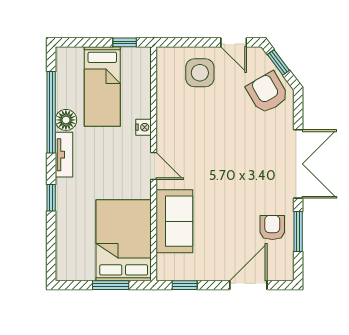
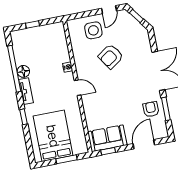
window: (125, 42) -> (32, 24), moved
door: (234, 42) -> (109, 10), hinge flipped
bed: (102, 86) -> (40, 49), removed
armchair: (267, 93) -> (111, 56), moved, turned -94
sofa: (174, 221) -> (107, 138), moved, turned -90
bed: (124, 240) -> (53, 136), moved

